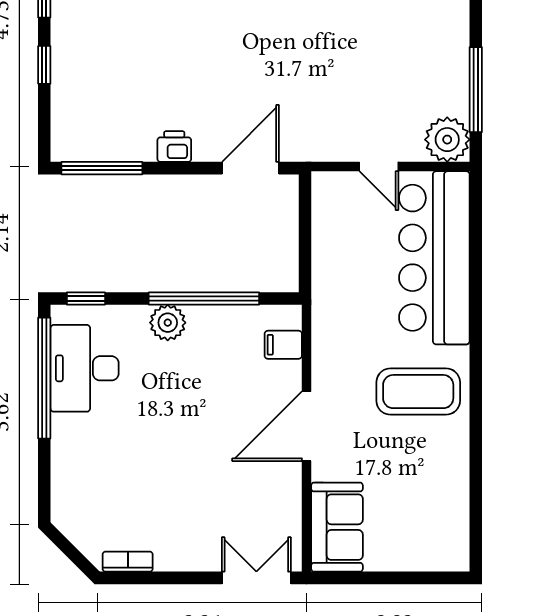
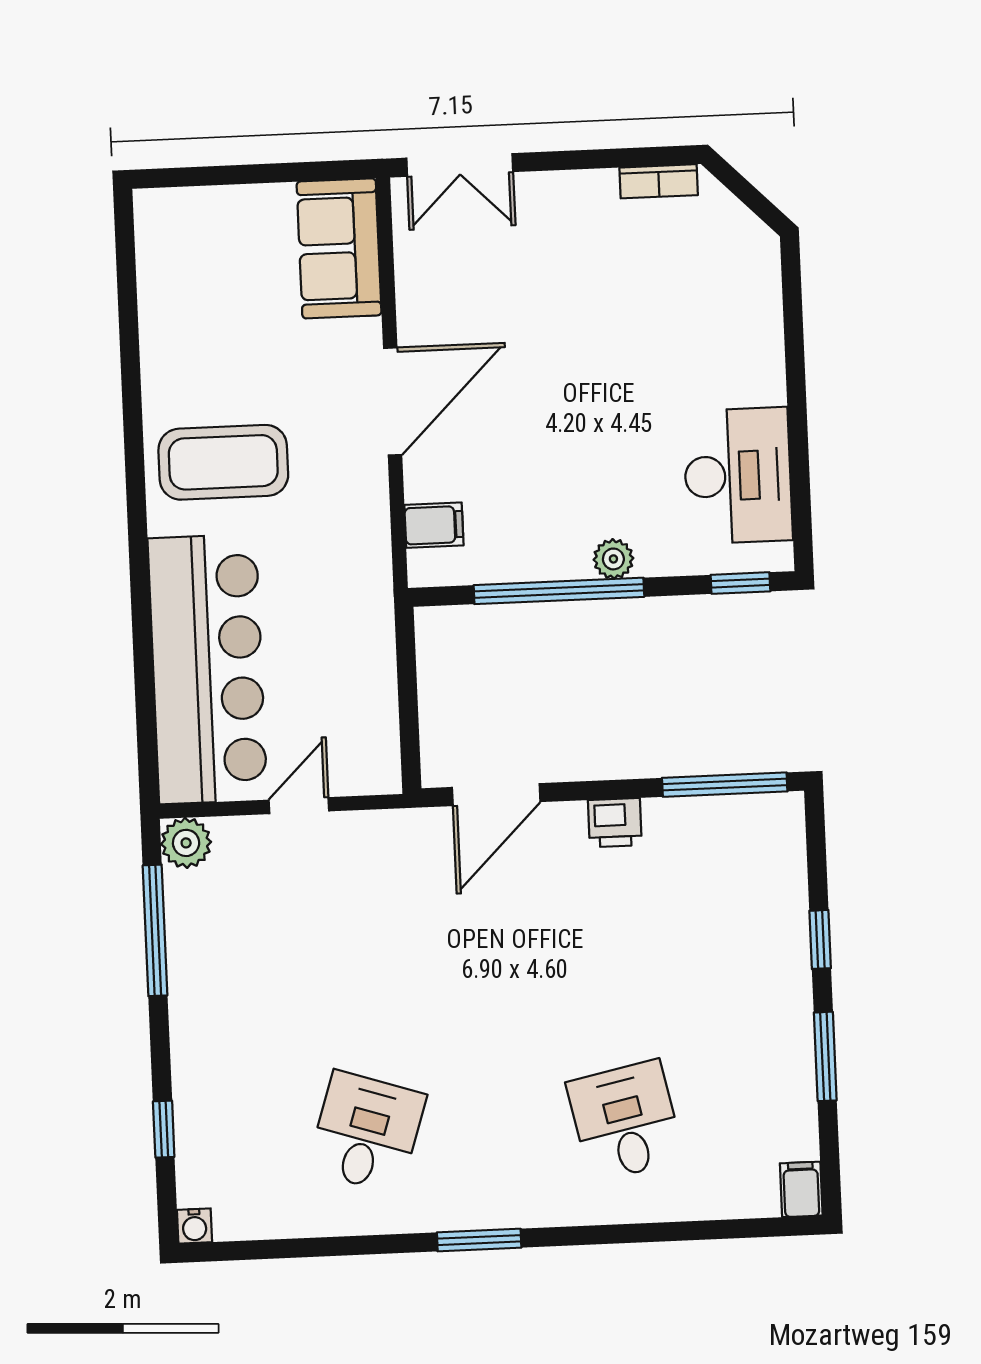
plant: (447, 140) -> (186, 843), width x0.73, depth x0.73
door: (379, 167) -> (299, 806), hinge flipped
plant: (168, 323) -> (613, 559), width x0.73, depth x0.73
window: (44, 378) -> (799, 458), removed

